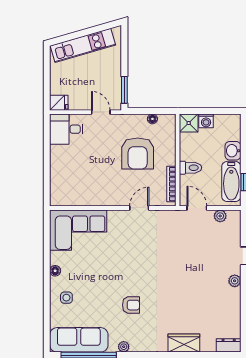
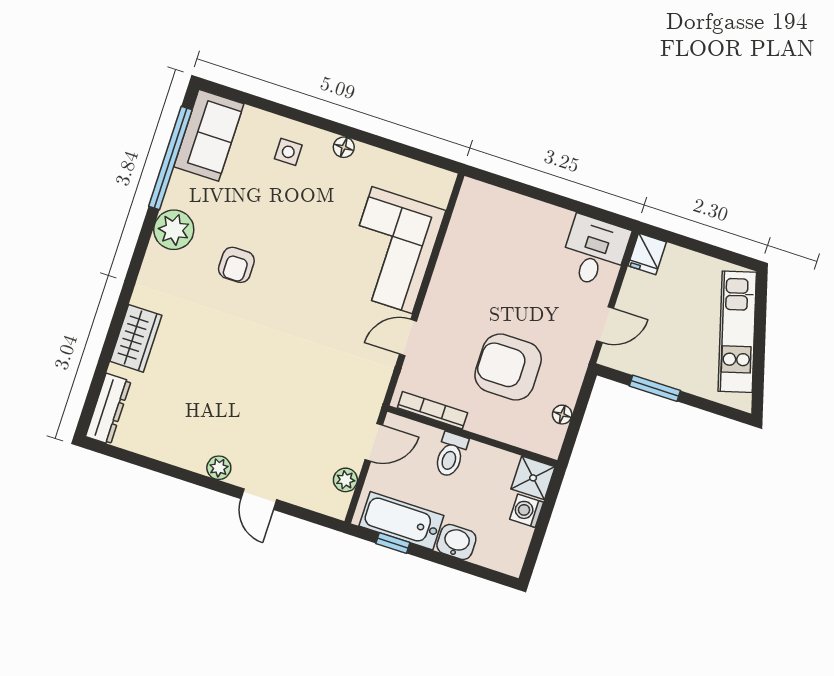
window: (124, 90) -> (655, 388), moved
door: (139, 208) -> (408, 338), swing flipped
corner sofa: (78, 230) -> (392, 250), moved
sofa: (79, 340) -> (209, 135), width x0.73
dresser: (229, 345) -> (108, 409), width x1.44
plant: (124, 347) -> (174, 230), width x1.88, depth x1.88

